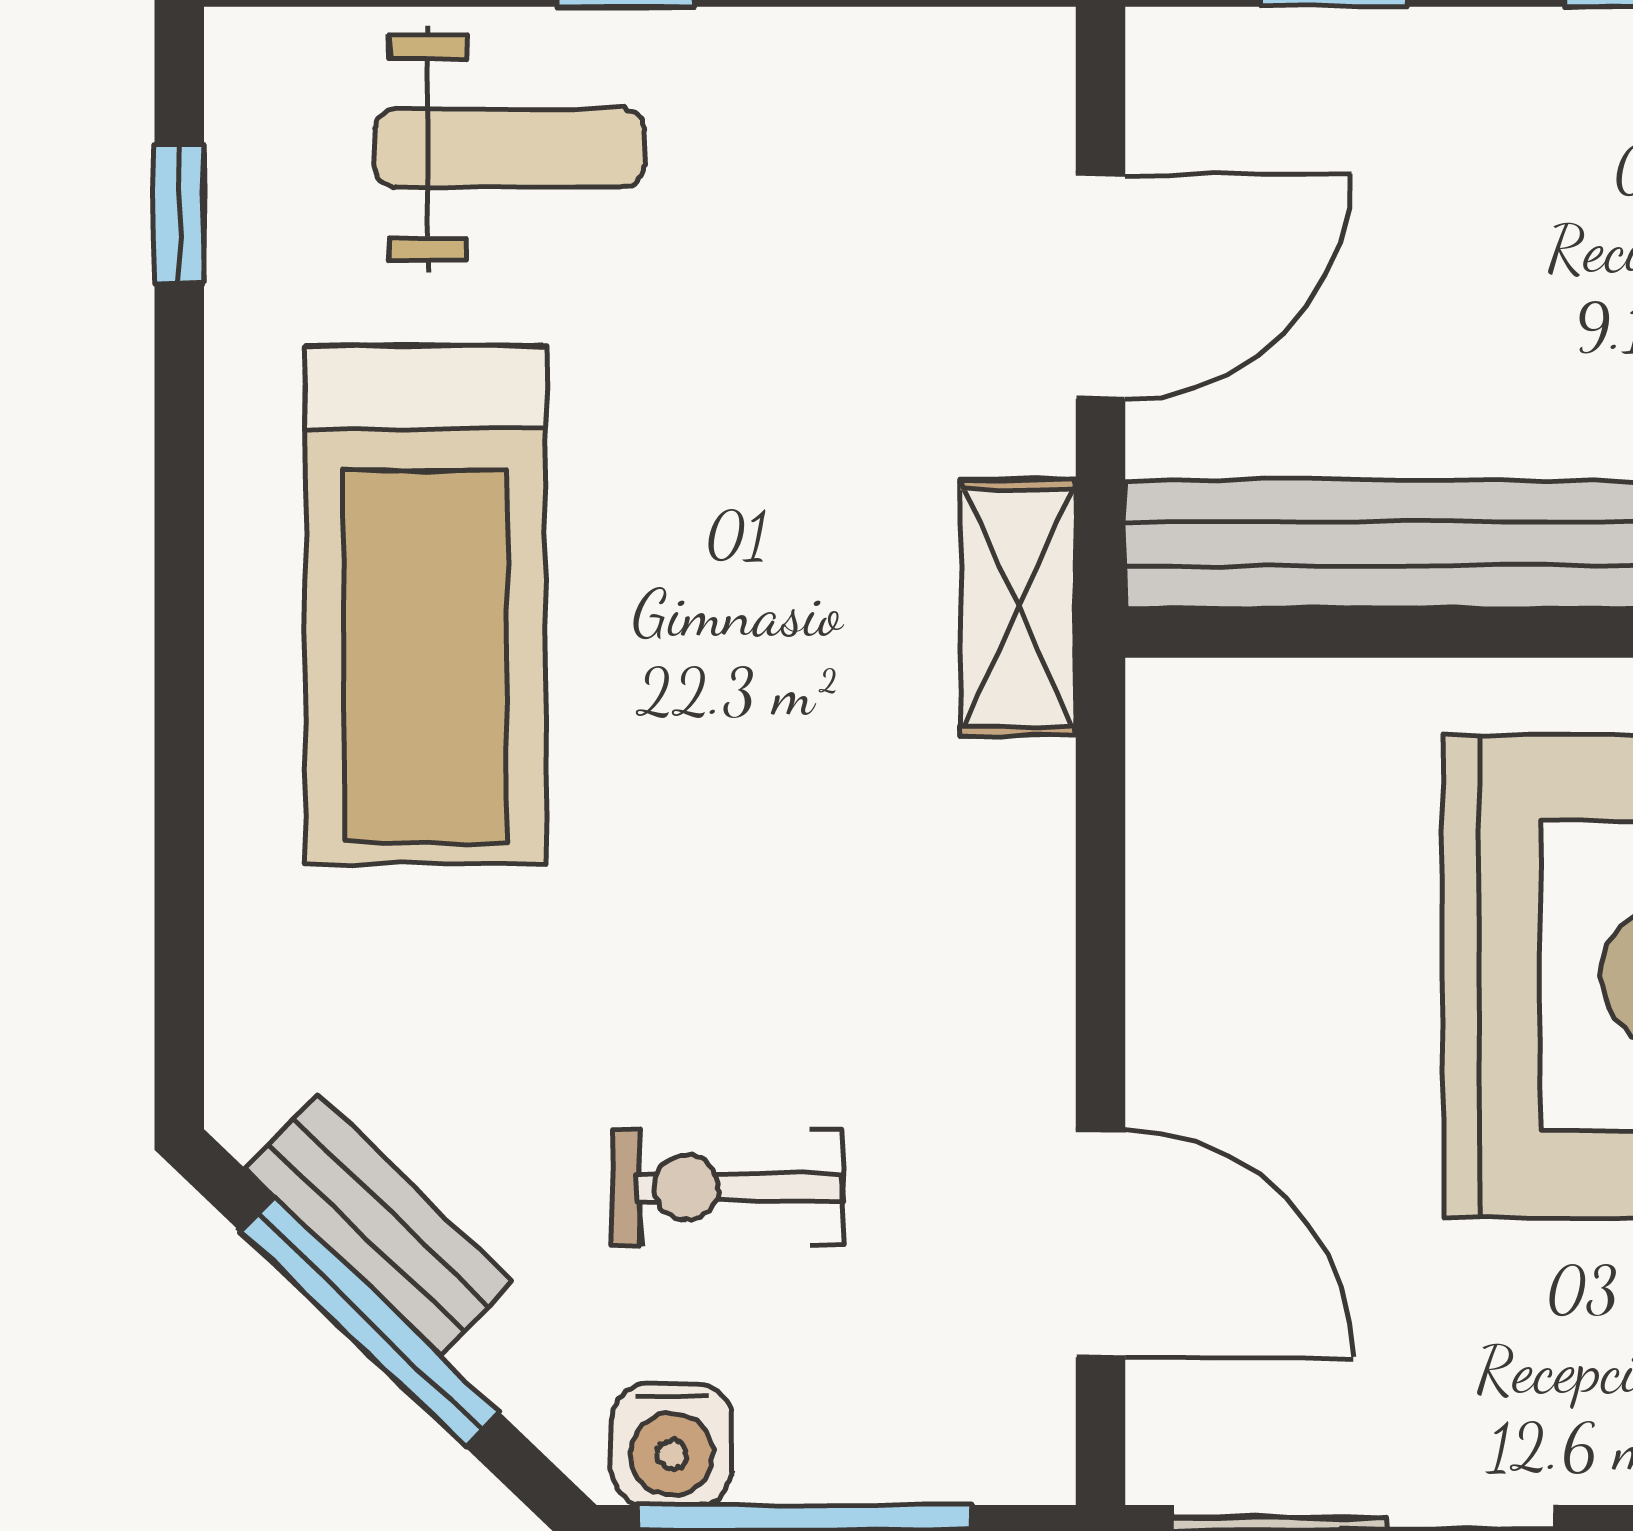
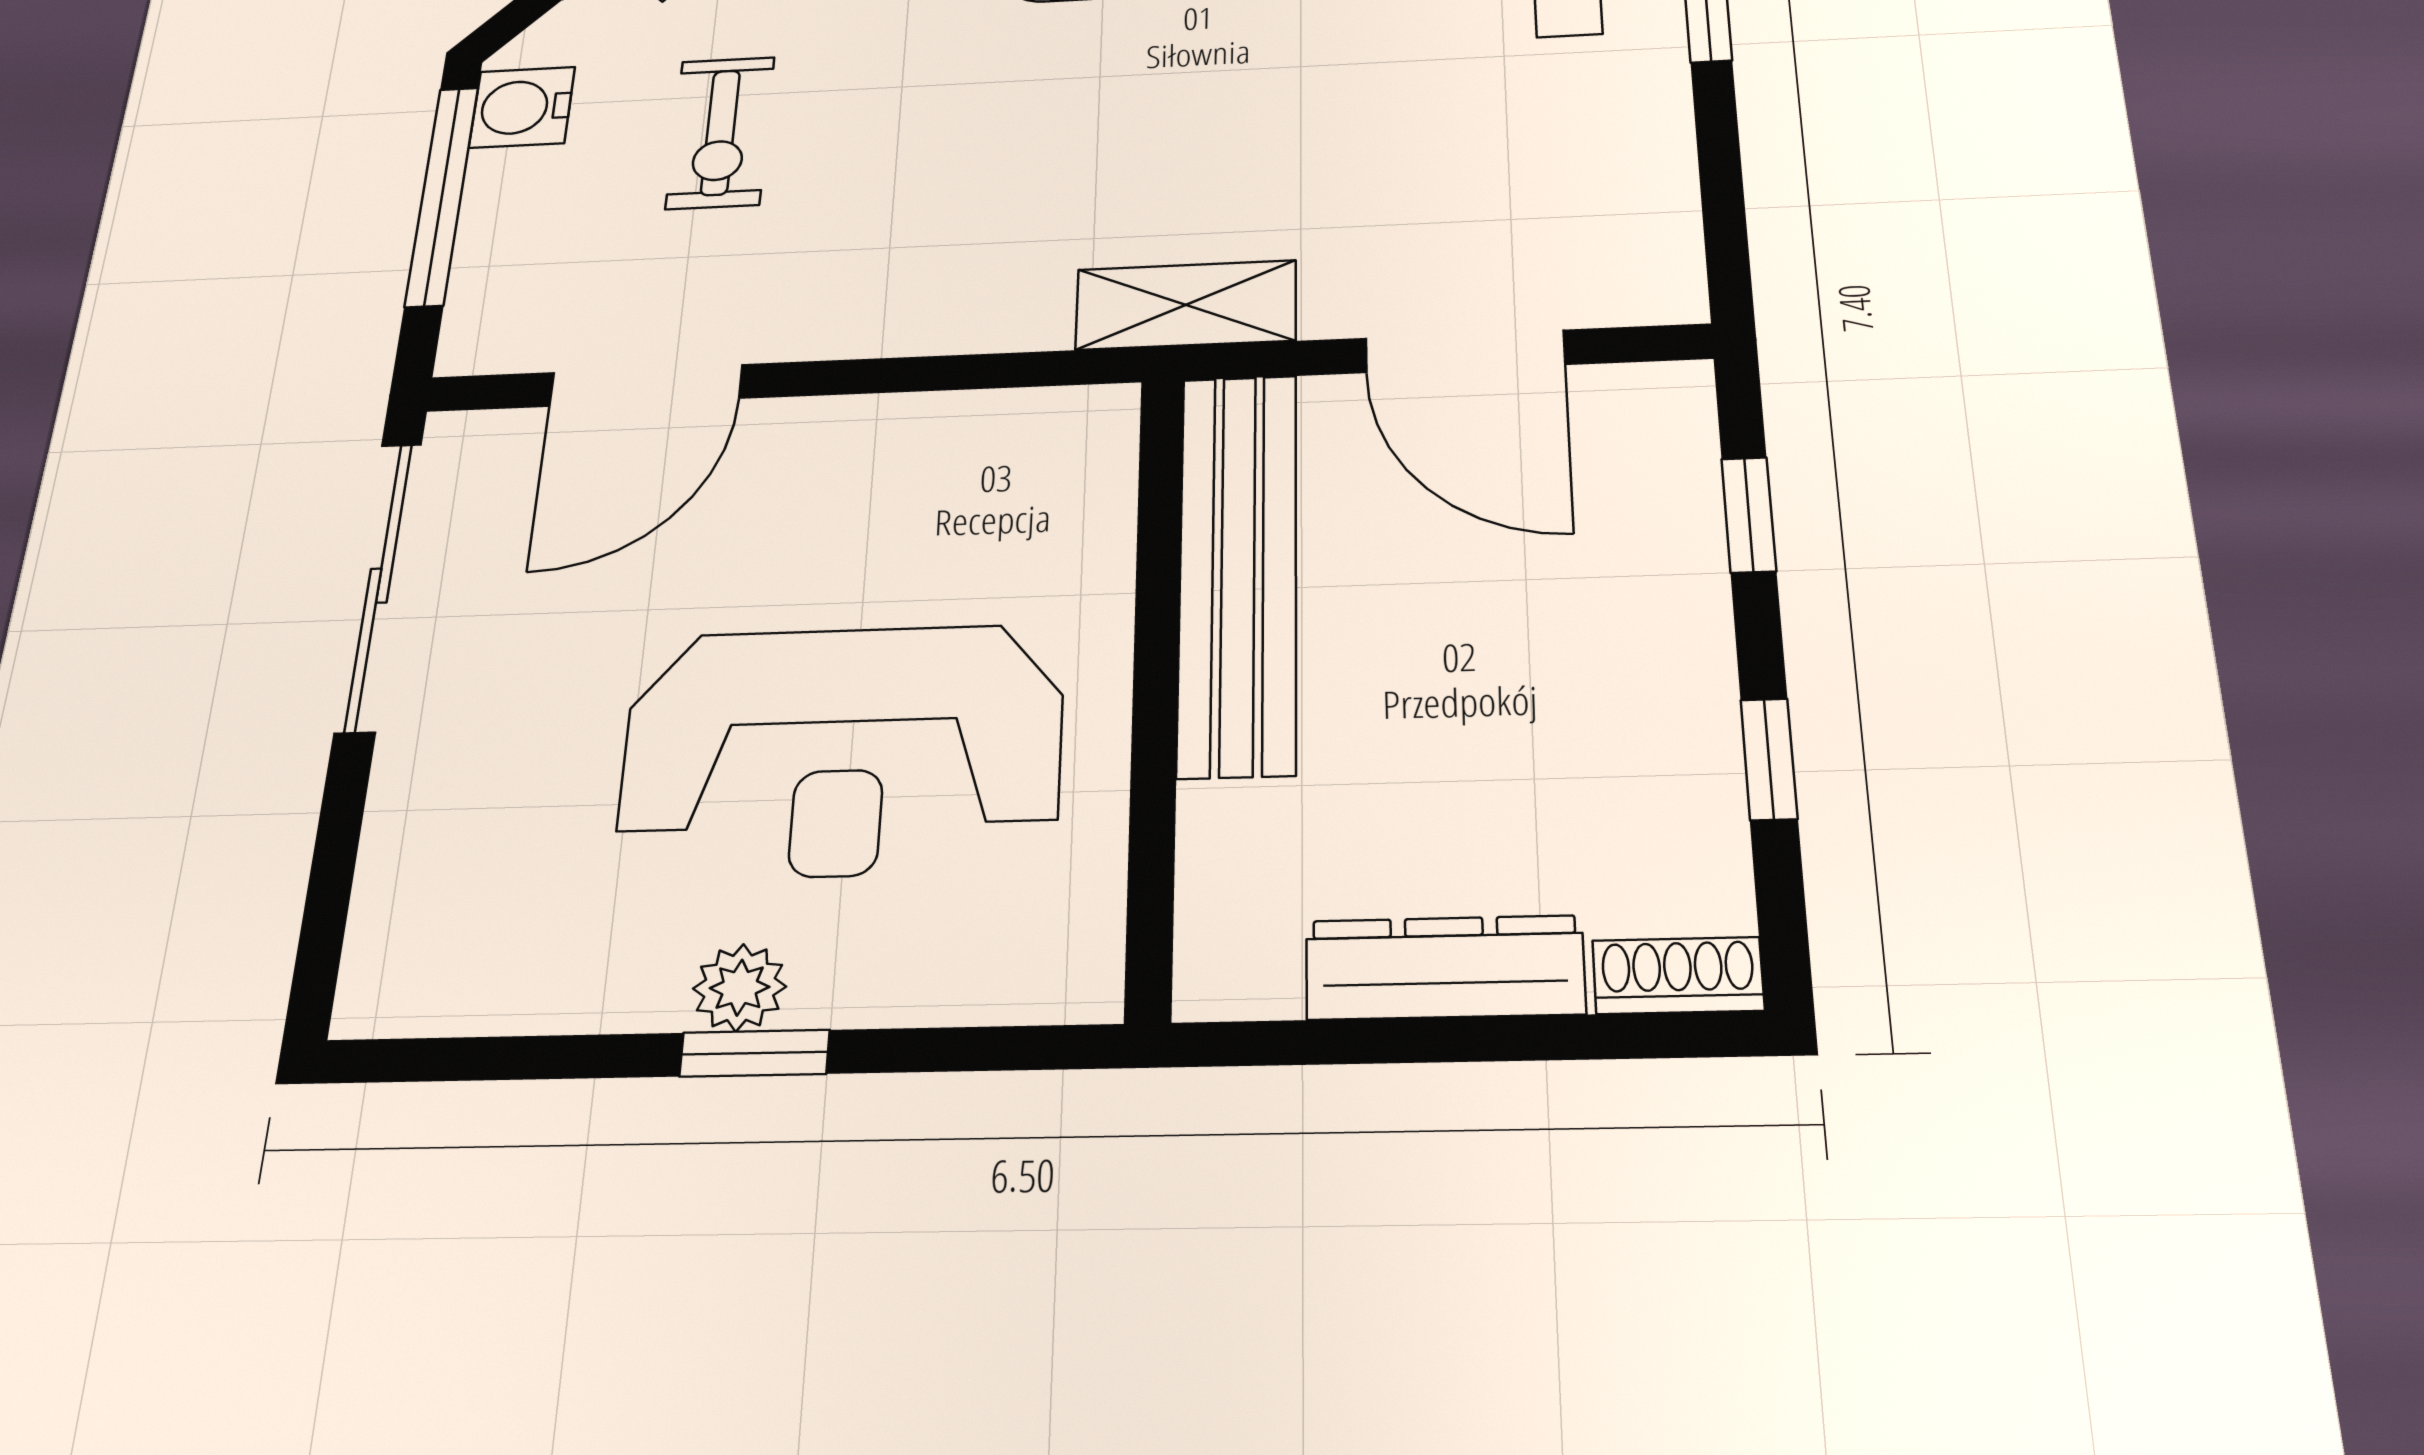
exercise bike: (728, 1187) -> (720, 132), turned 180

